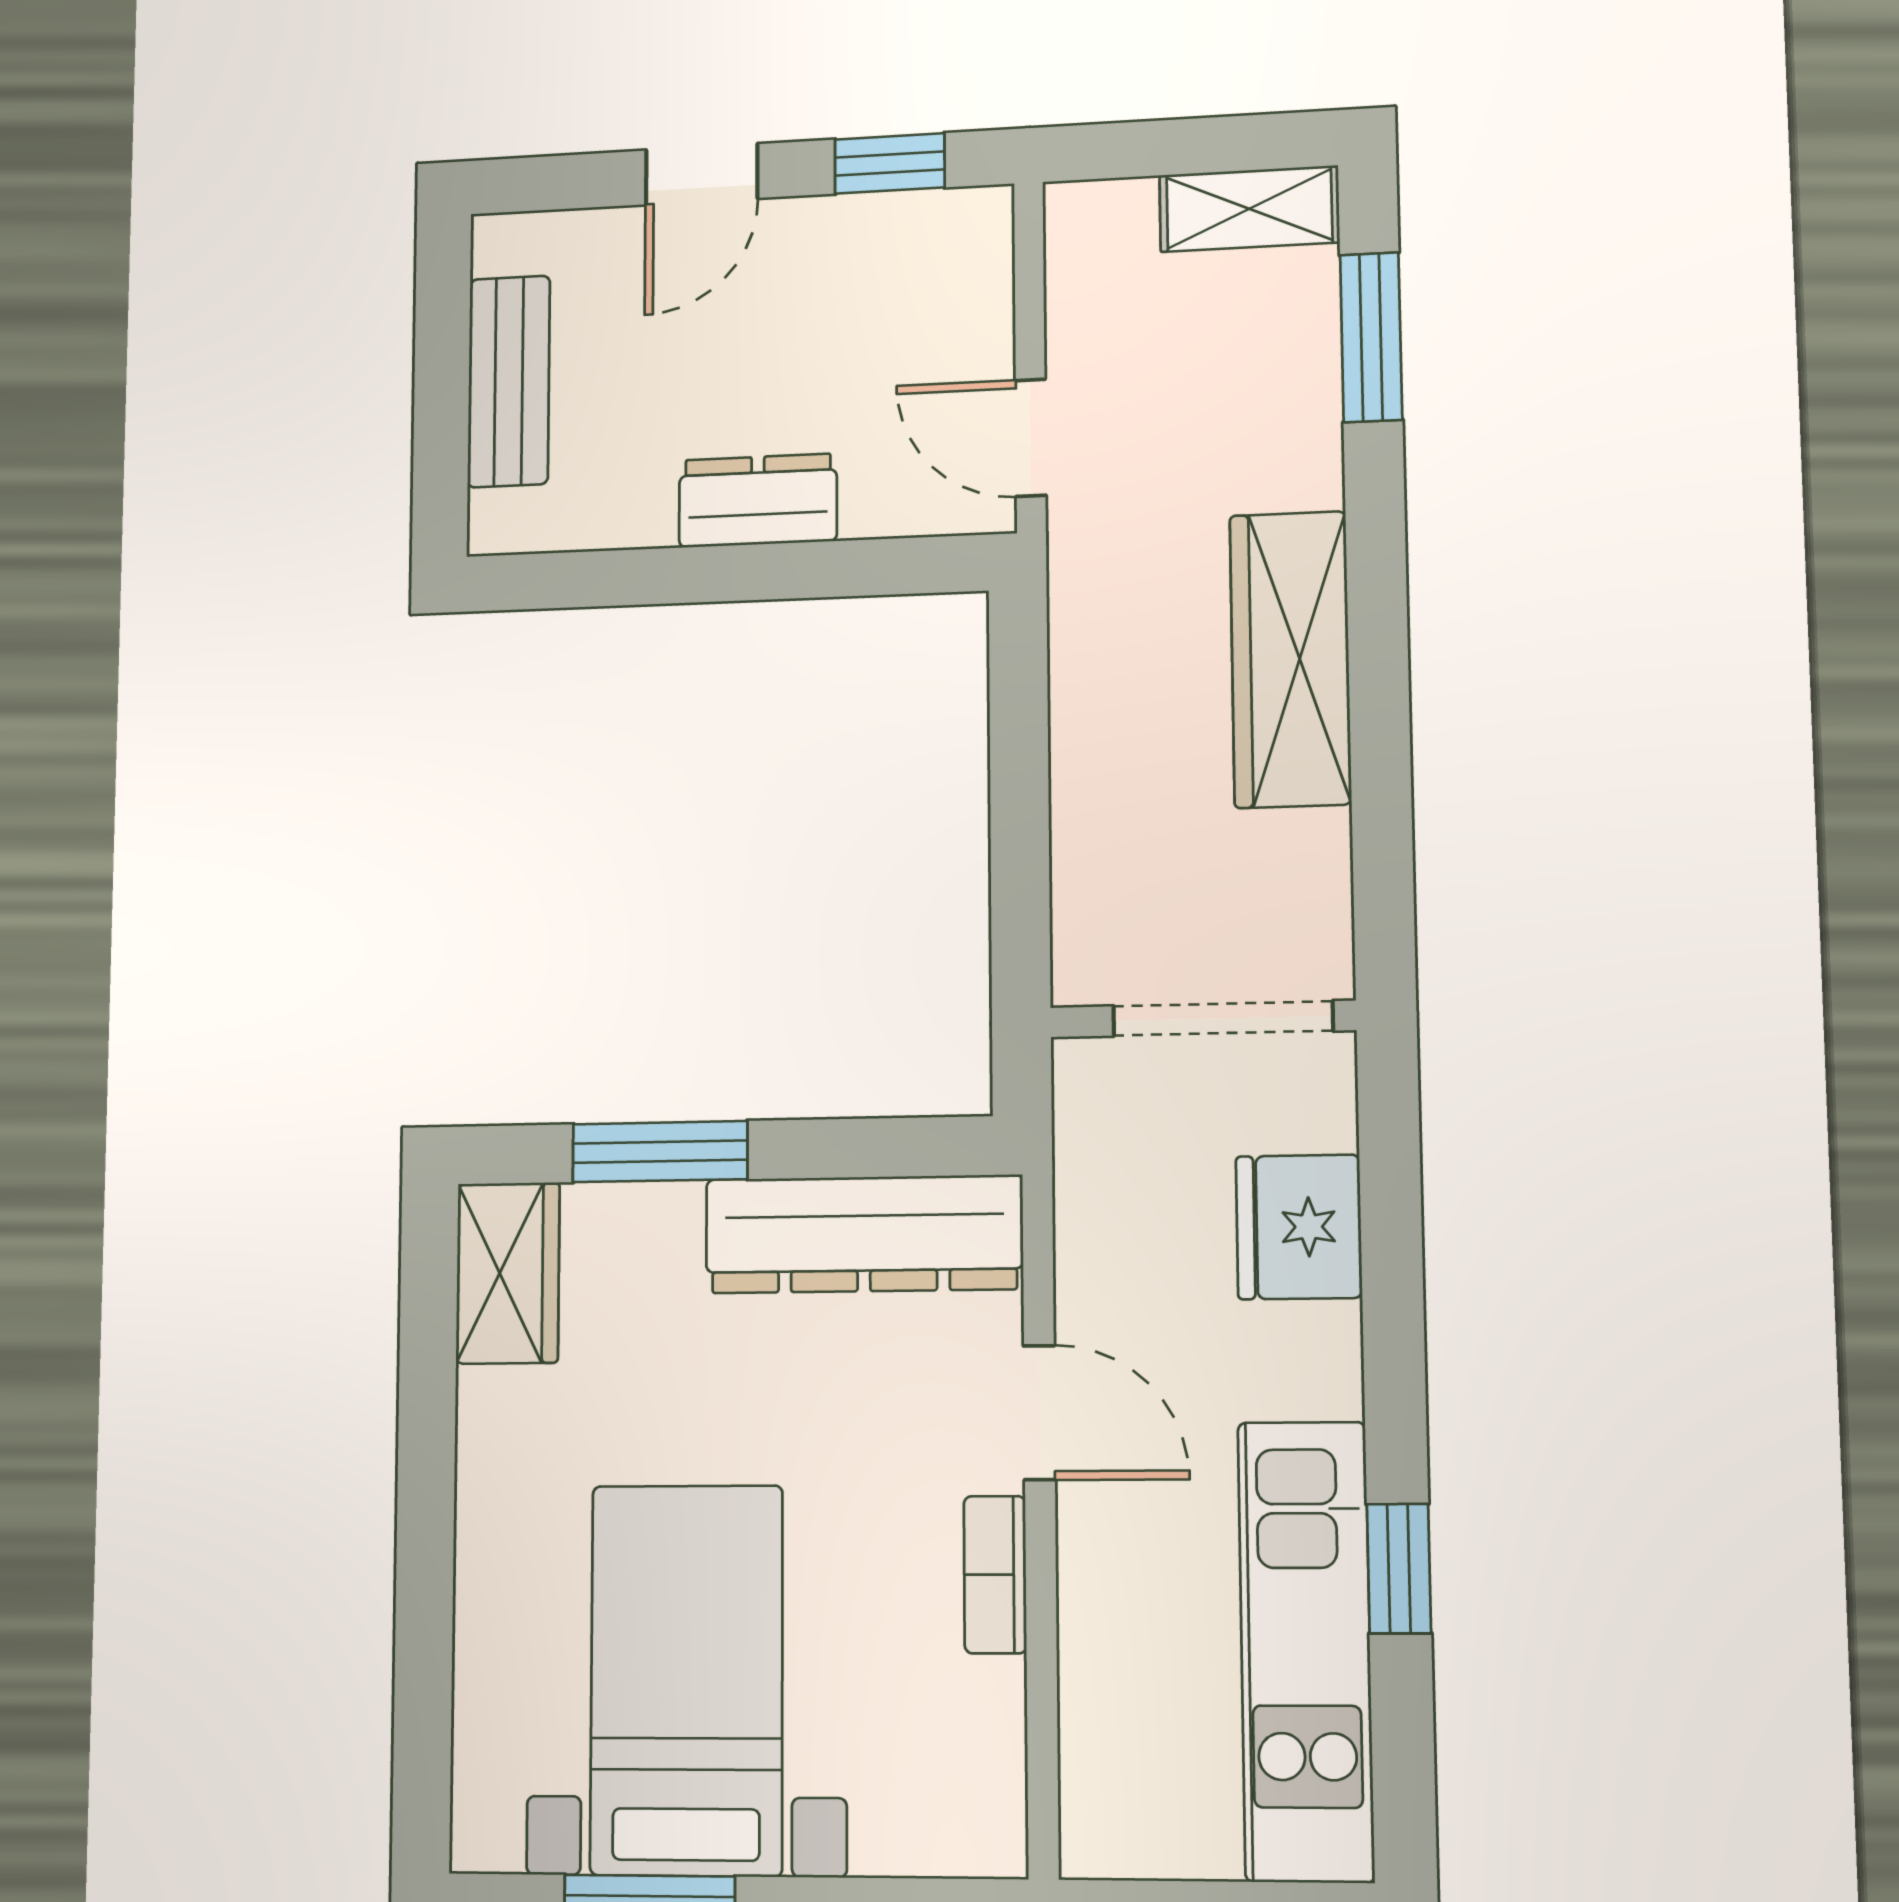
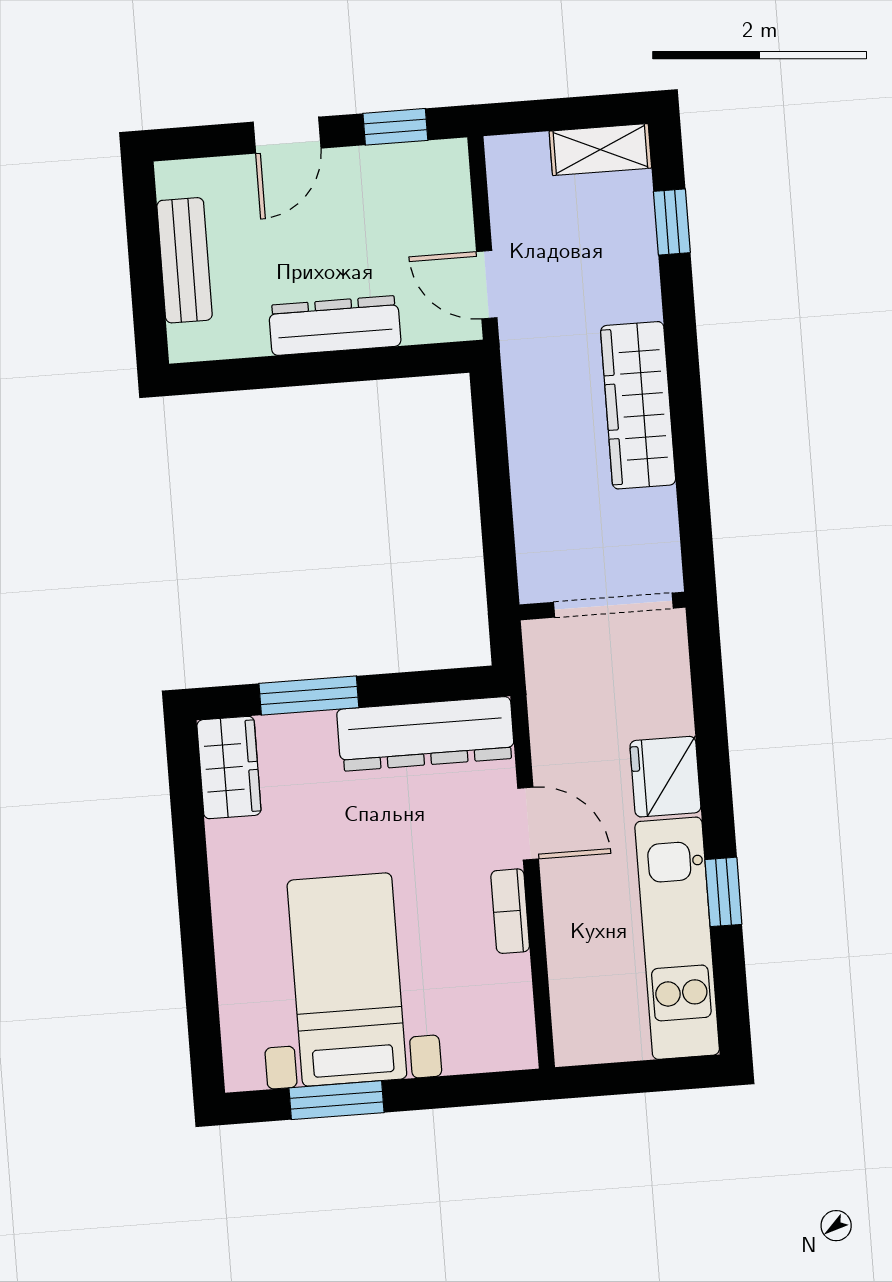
window: (1371, 337) -> (672, 222), width x0.67
dresser: (758, 501) -> (335, 326), width x1.44
fridge: (1299, 1227) -> (665, 777), moved

